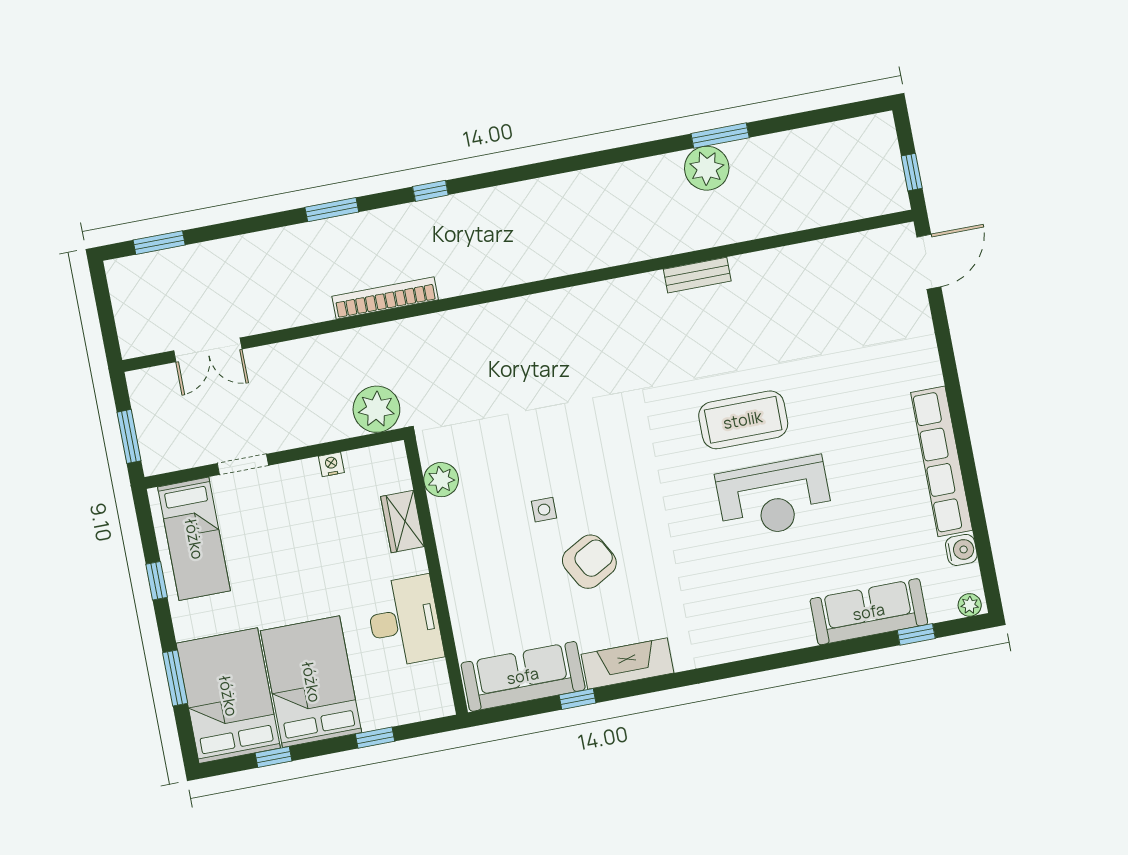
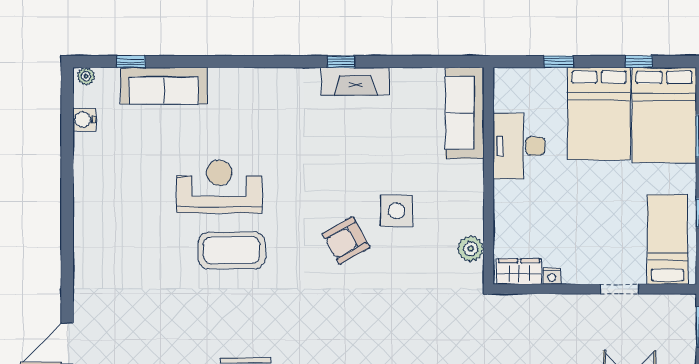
plant: (376, 409) -> (510, 312), removed
row of seats: (942, 461) -> (87, 190), removed
side table: (544, 510) -> (396, 211), width x1.87, depth x1.87
wardrobe: (402, 521) -> (519, 271), moved, turned -90
armchair: (589, 562) -> (346, 241), moved
sofa: (523, 676) -> (465, 113), moved, turned 90
window: (577, 699) -> (341, 62), moved

